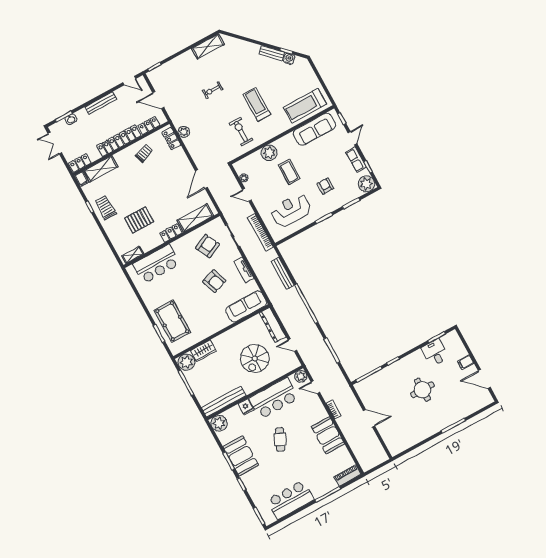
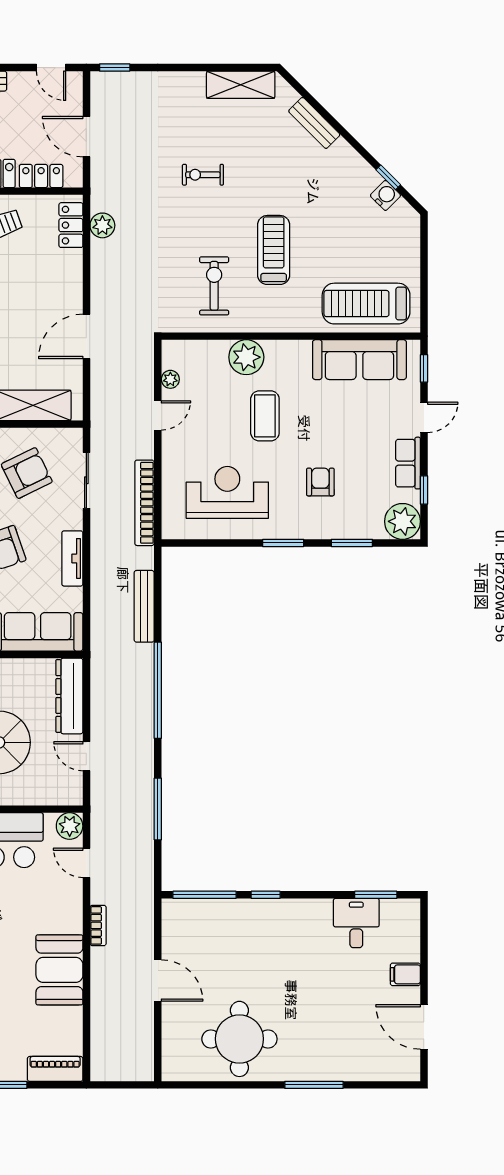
bench: (272, 53) -> (314, 123), moved
door: (247, 195) -> (158, 415), swing flipped
round table: (422, 390) -> (239, 1039), moved, width x1.36, depth x1.36

